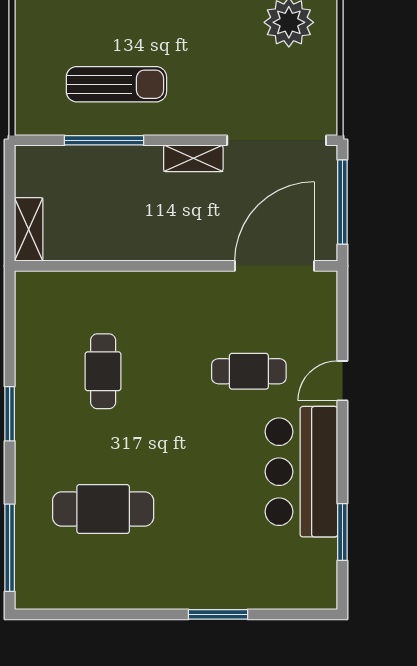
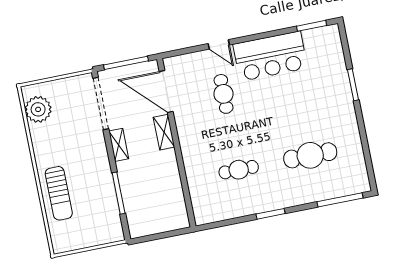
sun lounger: (116, 84) -> (59, 193), moved, turned 180
shelving: (29, 229) -> (164, 132), moved, turned 90
cafe table: (103, 509) -> (310, 155), turned 90
window: (342, 532) -> (312, 26), moved

